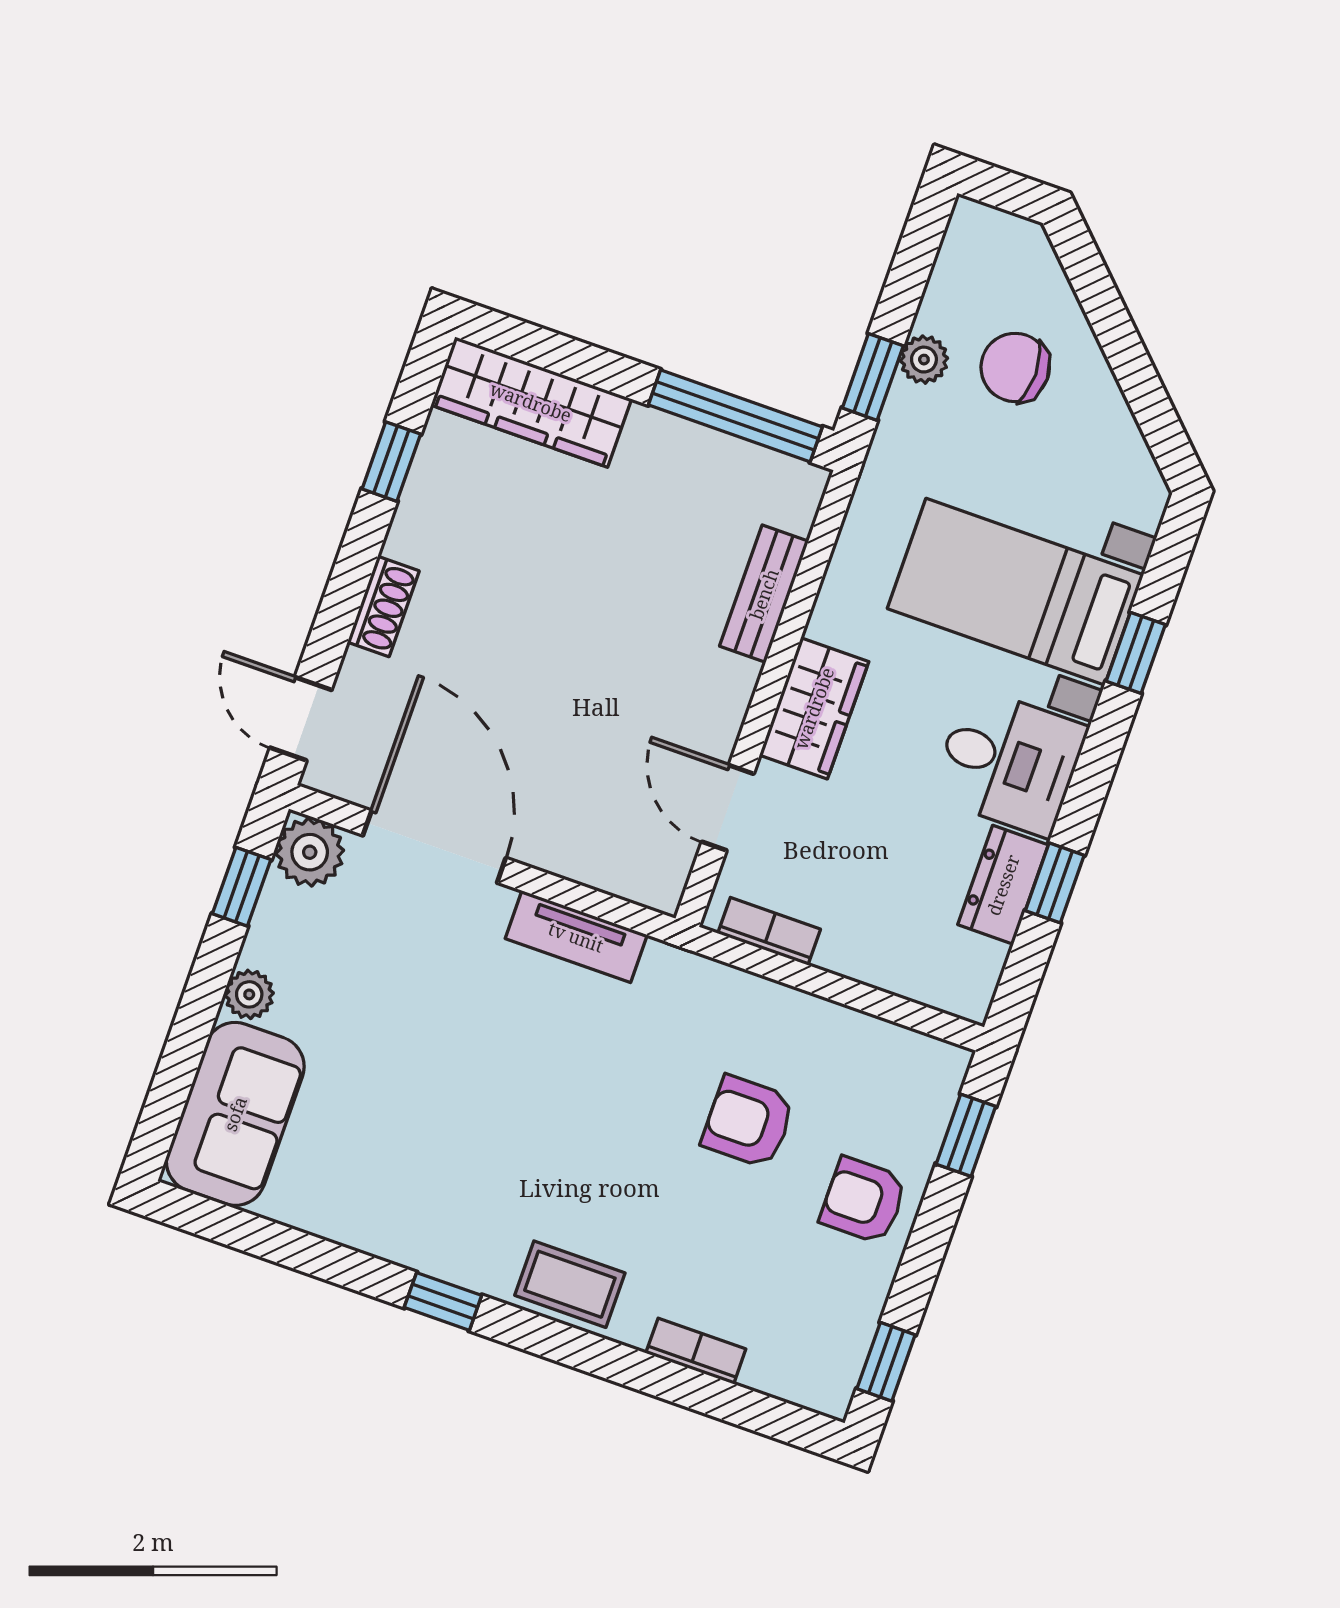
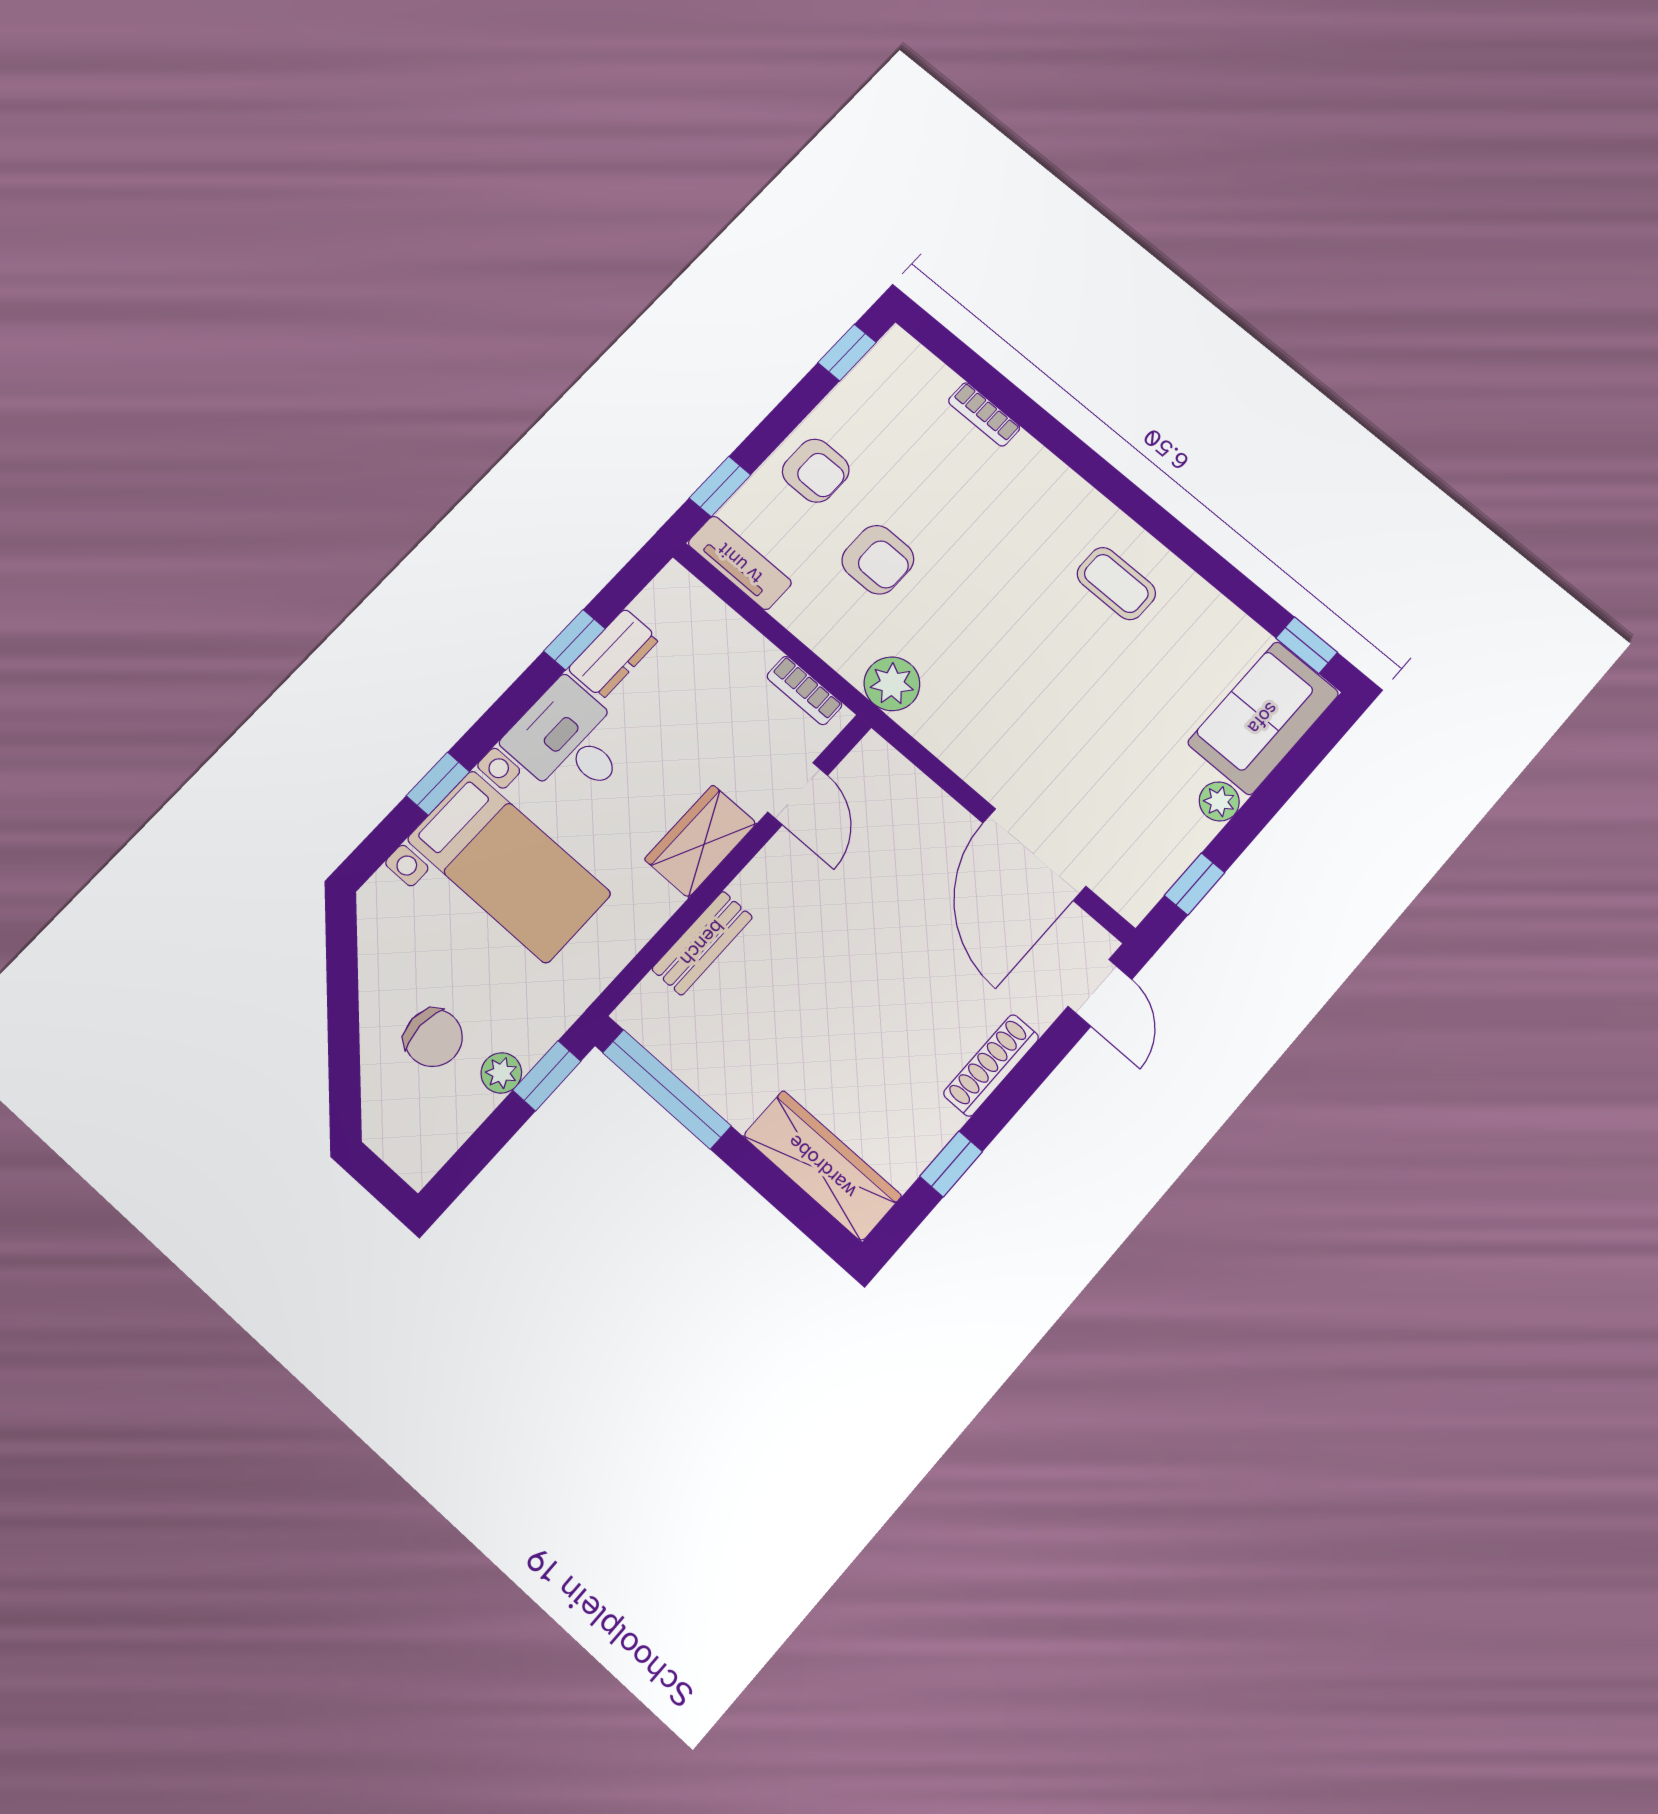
shoe rack: (383, 606) -> (991, 1065), width x1.43
plant: (310, 852) -> (892, 684), moved
tv unit: (576, 937) -> (740, 563), moved
coffee table: (570, 1284) -> (1116, 584), moved
window: (443, 1301) -> (1307, 645), moved

